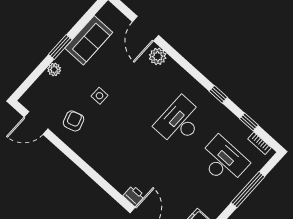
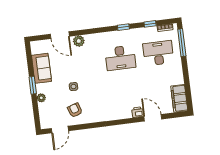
desk: (180, 122) -> (120, 58), turned -90
window: (248, 190) -> (182, 43), moved

